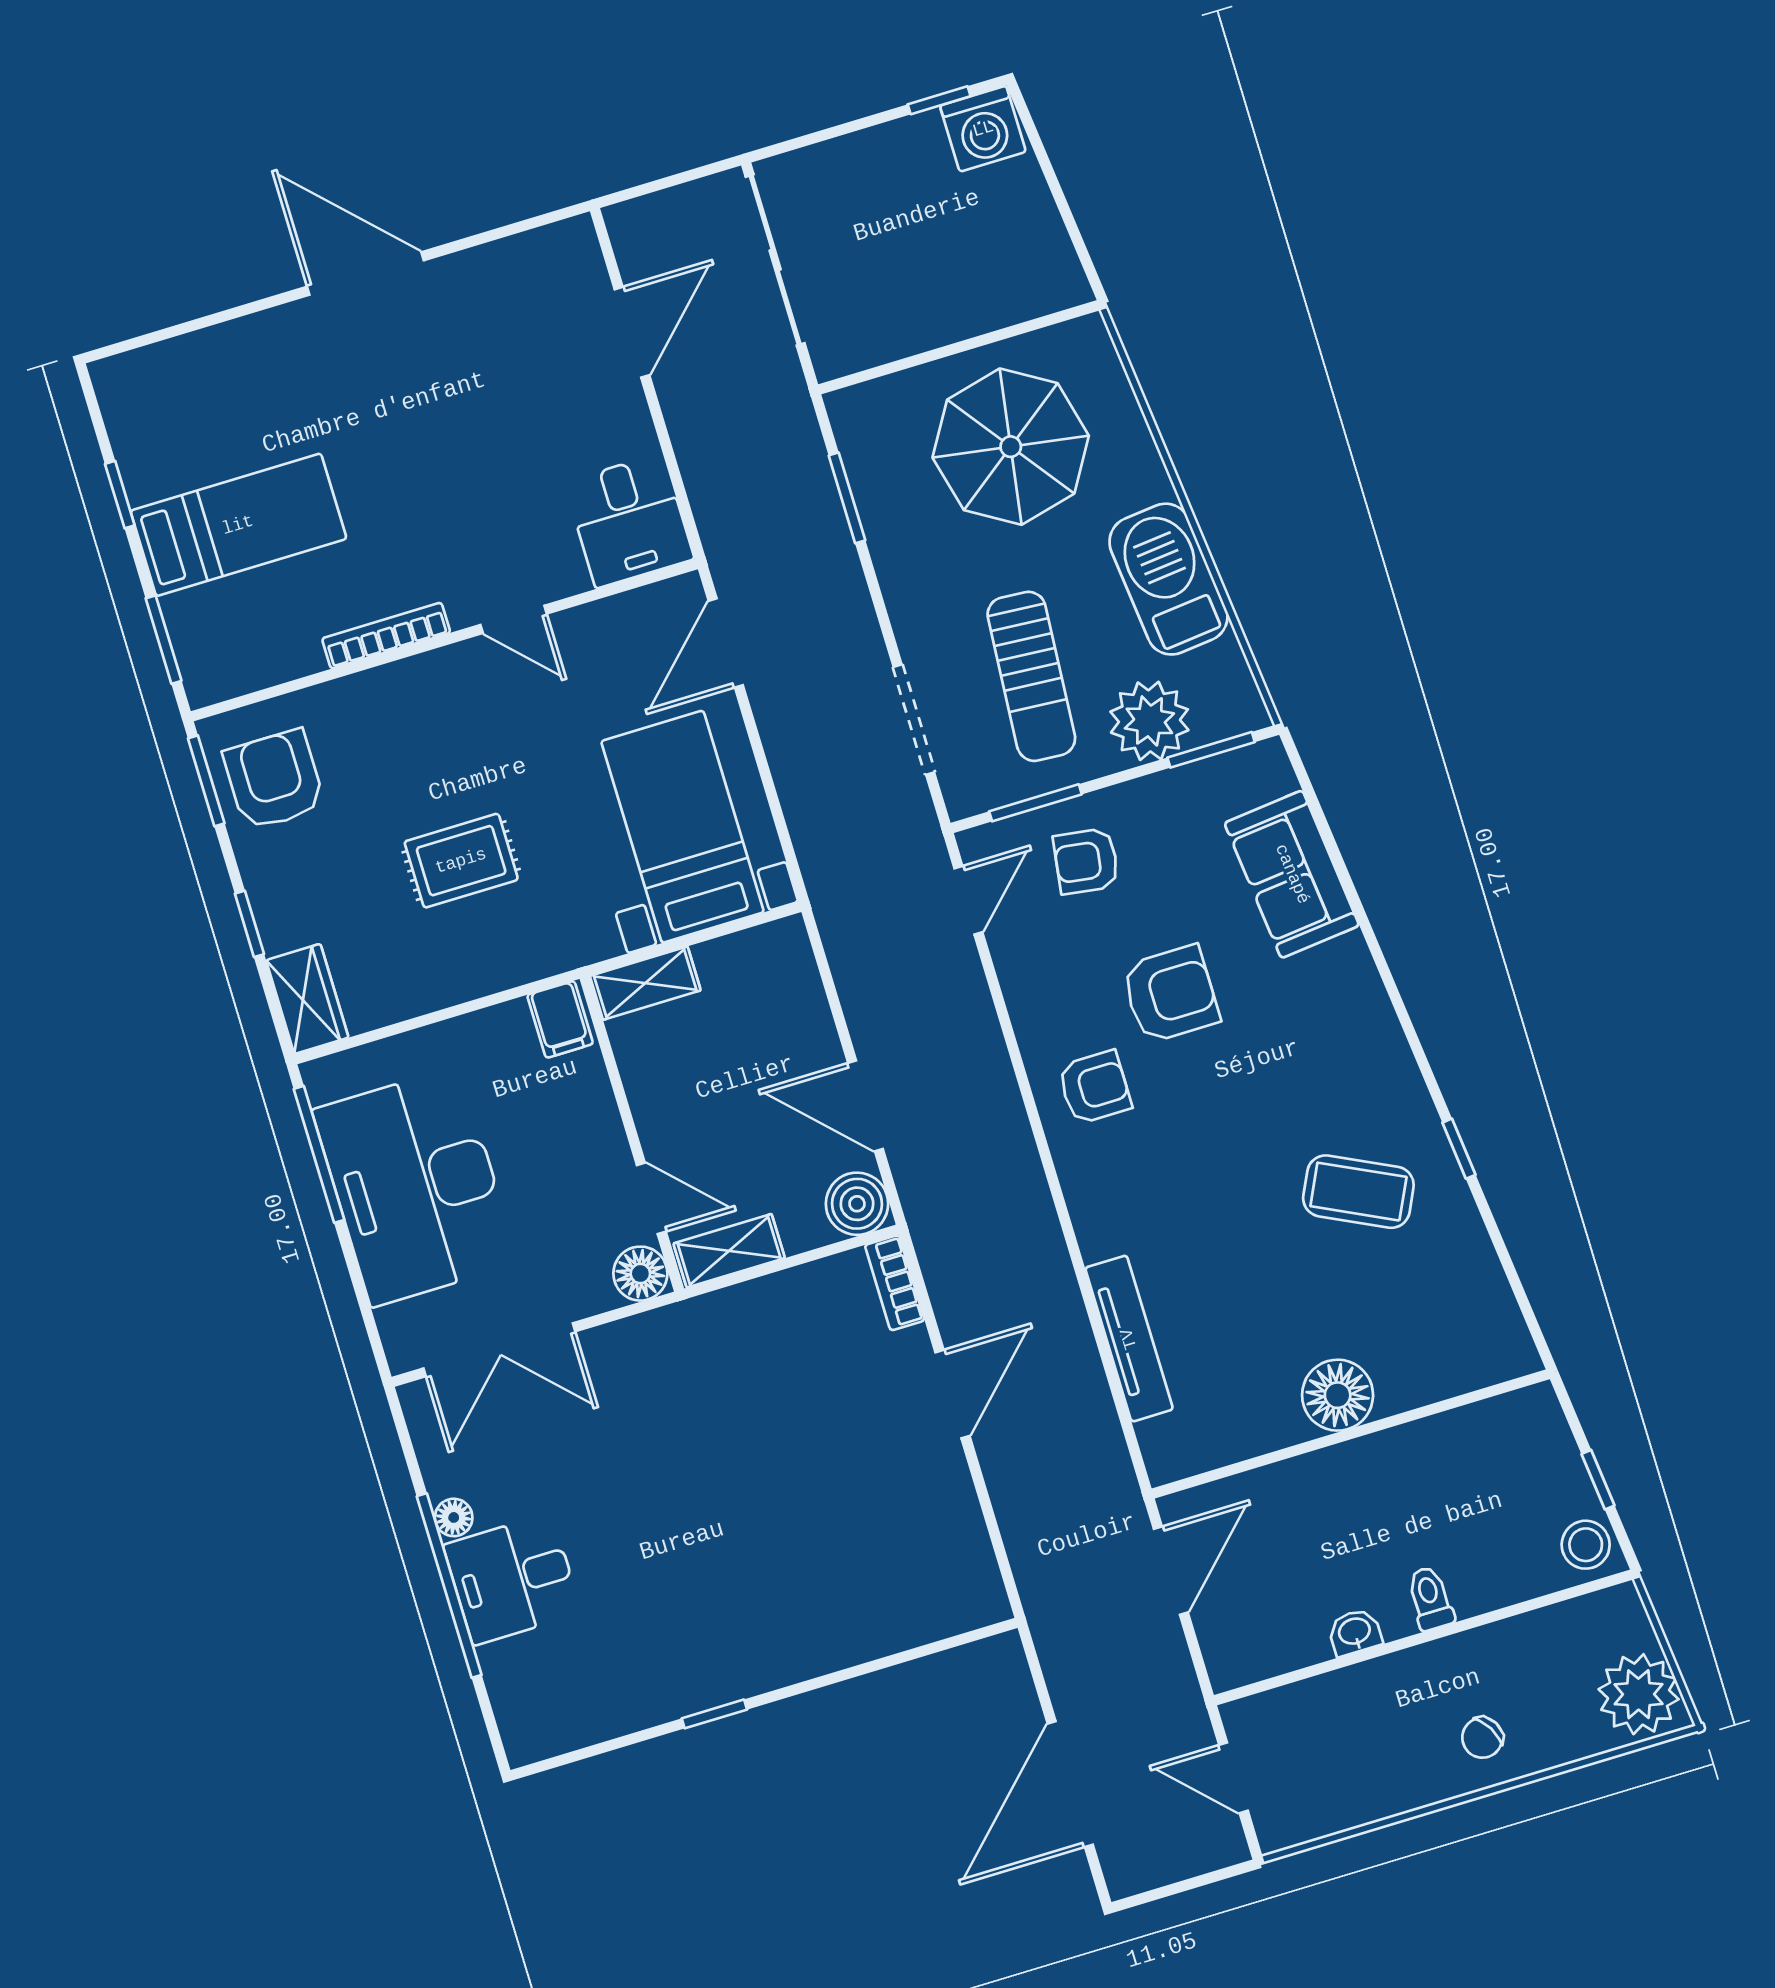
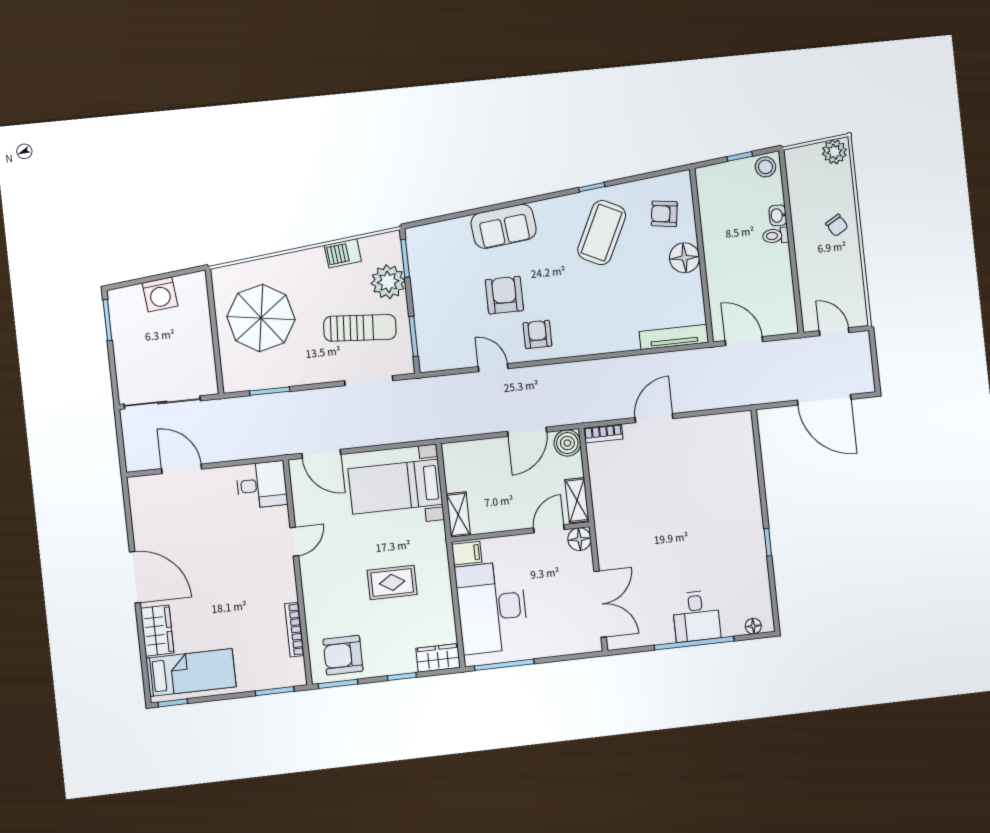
window: (939, 100) -> (107, 320), width x1.50
washing machine: (983, 129) -> (160, 294), moved, turned 84
door: (365, 273) -> (135, 577), swing flipped
wardrobe: (253, 347) -> (157, 631), added
window: (120, 495) -> (173, 703), moved
bed: (238, 525) -> (191, 672), moved, turned 90
barbecue: (1169, 579) -> (343, 253), width x0.53, depth x0.65
bookcase: (386, 636) -> (294, 630), moved
rug: (461, 861) -> (392, 582), turned 90
armchair: (1086, 861) -> (664, 214), moved, turned 90
sofa: (1292, 874) -> (504, 226), moved
door: (968, 900) -> (493, 368), moved
desk: (415, 1187) -> (492, 607), moved, turned 90
coffee table: (1358, 1192) -> (602, 233), width x1.36, depth x1.32
tv unit: (1129, 1339) -> (674, 337), moved
door: (953, 1394) -> (654, 418), hinge flipped
floor lamp: (454, 1517) -> (753, 626), moved
washbasin: (1355, 1632) -> (778, 215), moved
plant: (1639, 1694) -> (834, 152), width x0.73, depth x0.73
door: (1233, 1778) -> (834, 332), swing flipped

